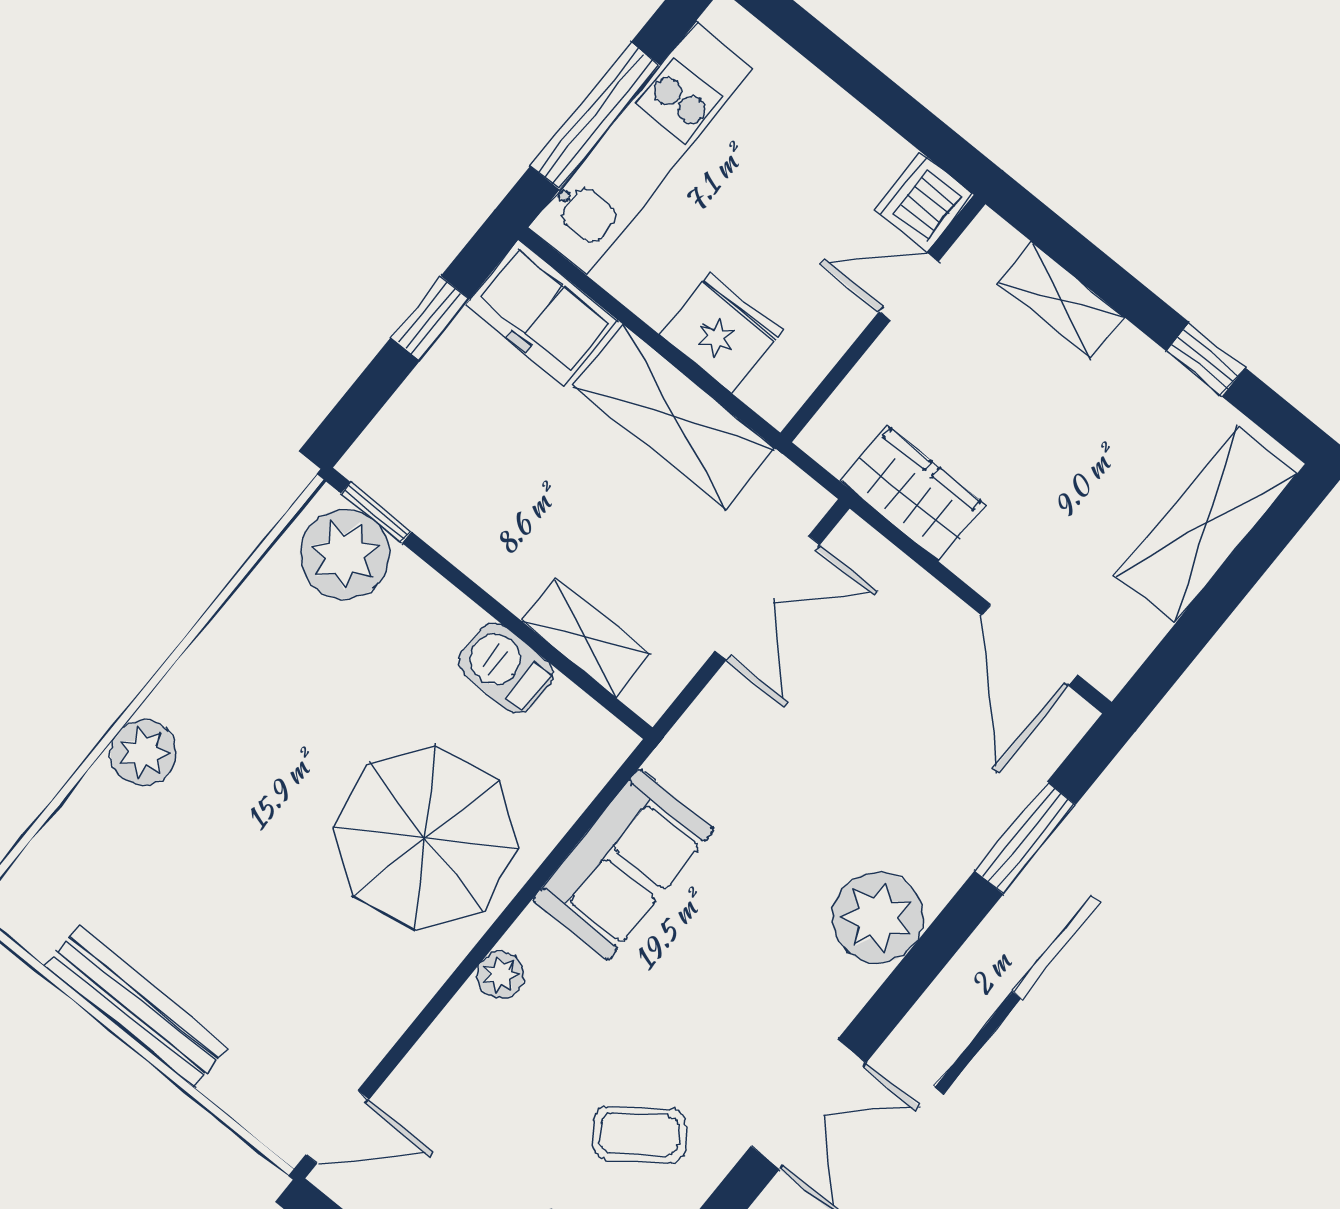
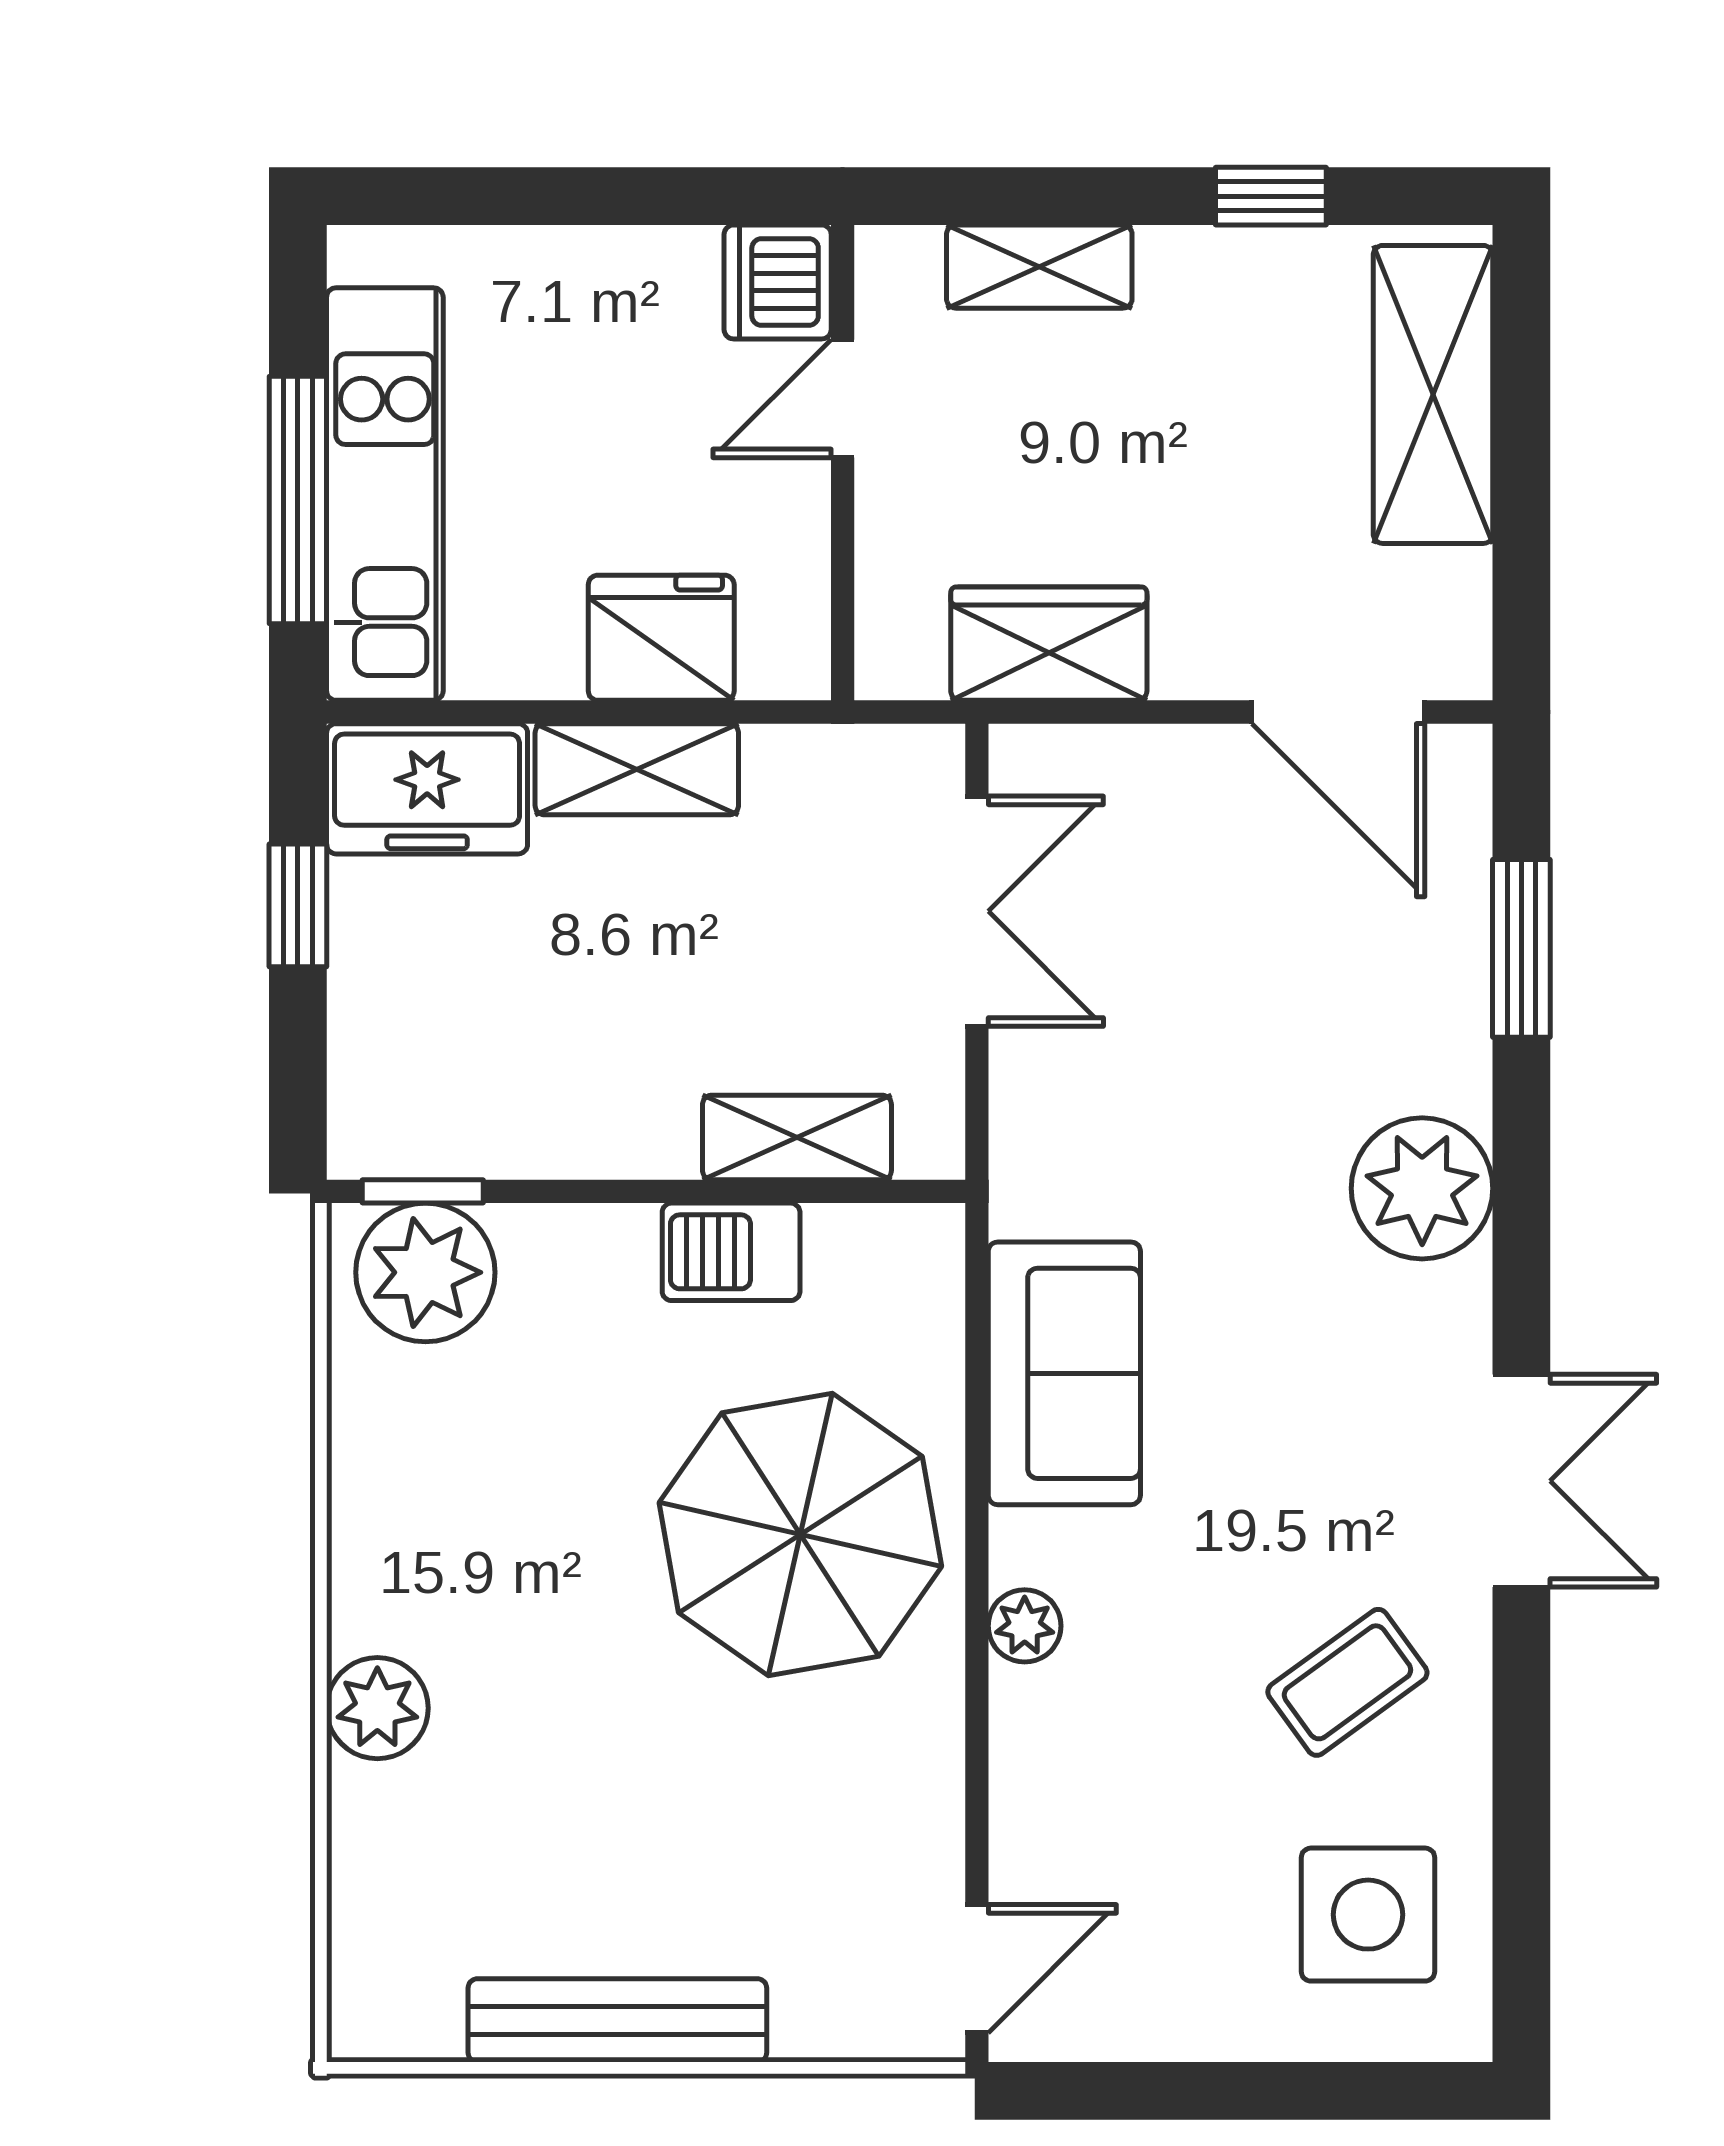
shelving: (674, 417) -> (637, 769), width x0.67, depth x0.75

